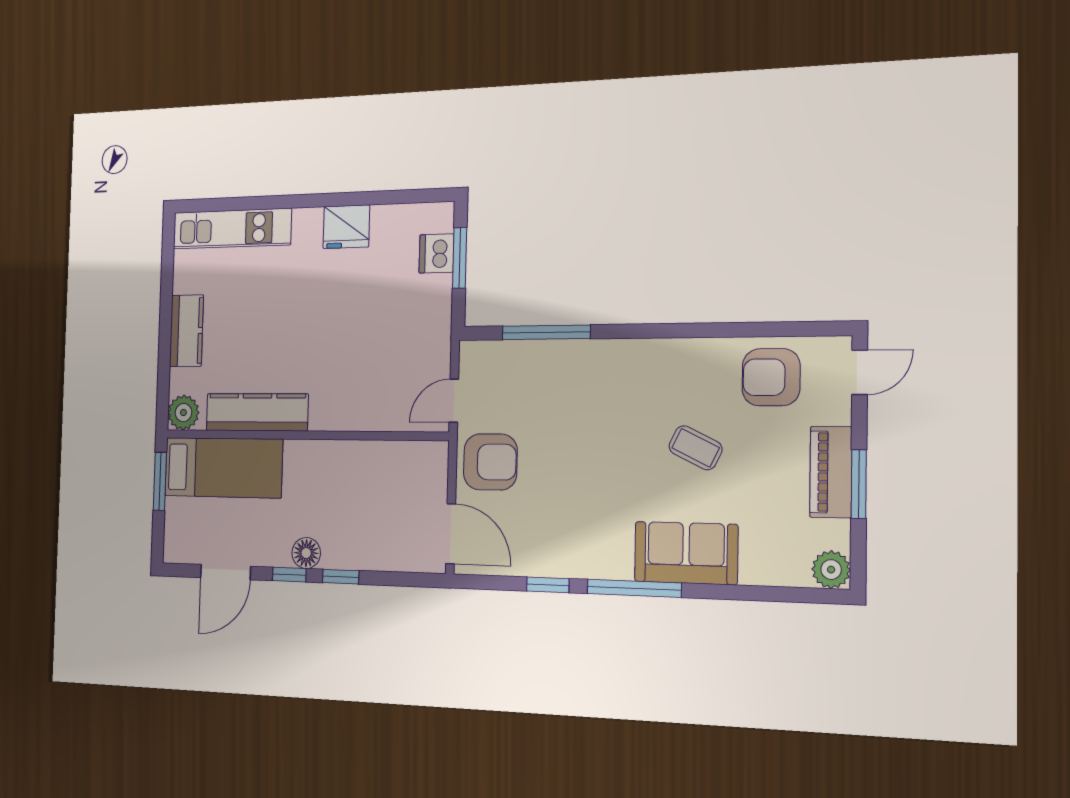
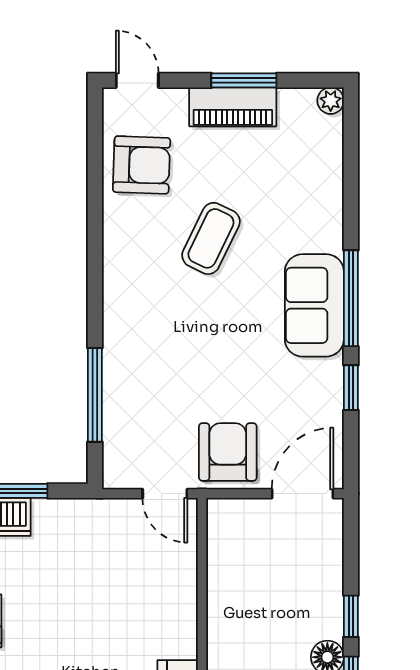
armchair: (771, 377) -> (142, 165), turned -88
coffee table: (696, 448) -> (211, 238), width x1.36, depth x1.30
sofa: (686, 553) -> (314, 305), moved
plant: (831, 570) -> (331, 101), width x0.73, depth x0.73

